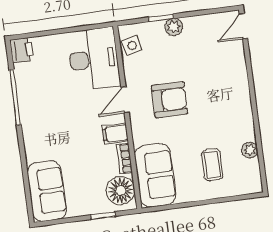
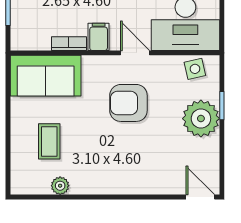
plant: (174, 27) -> (201, 119), width x1.87, depth x1.87
armchair: (170, 100) -> (128, 103), turned 90
coffee table: (212, 165) -> (49, 141), turned 90
floor lamp: (121, 191) -> (34, 35), removed

